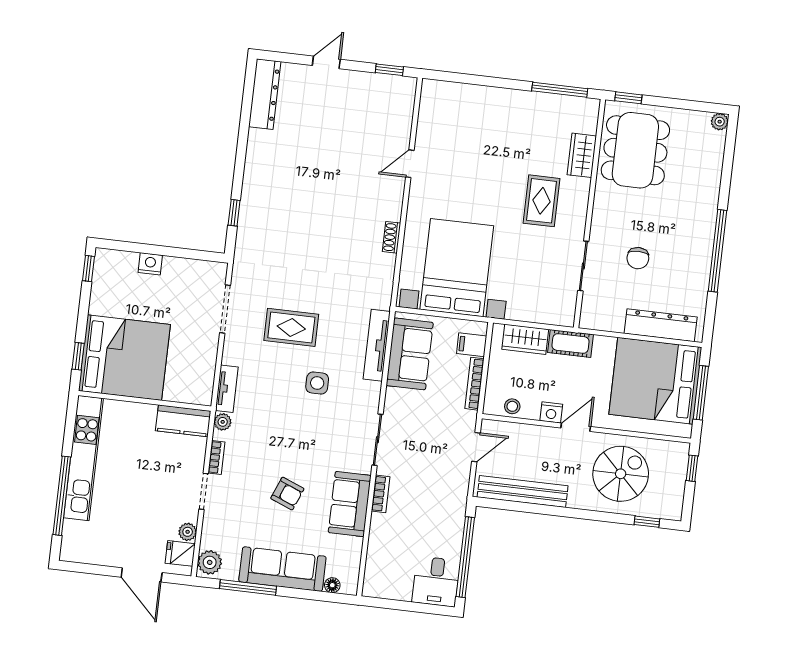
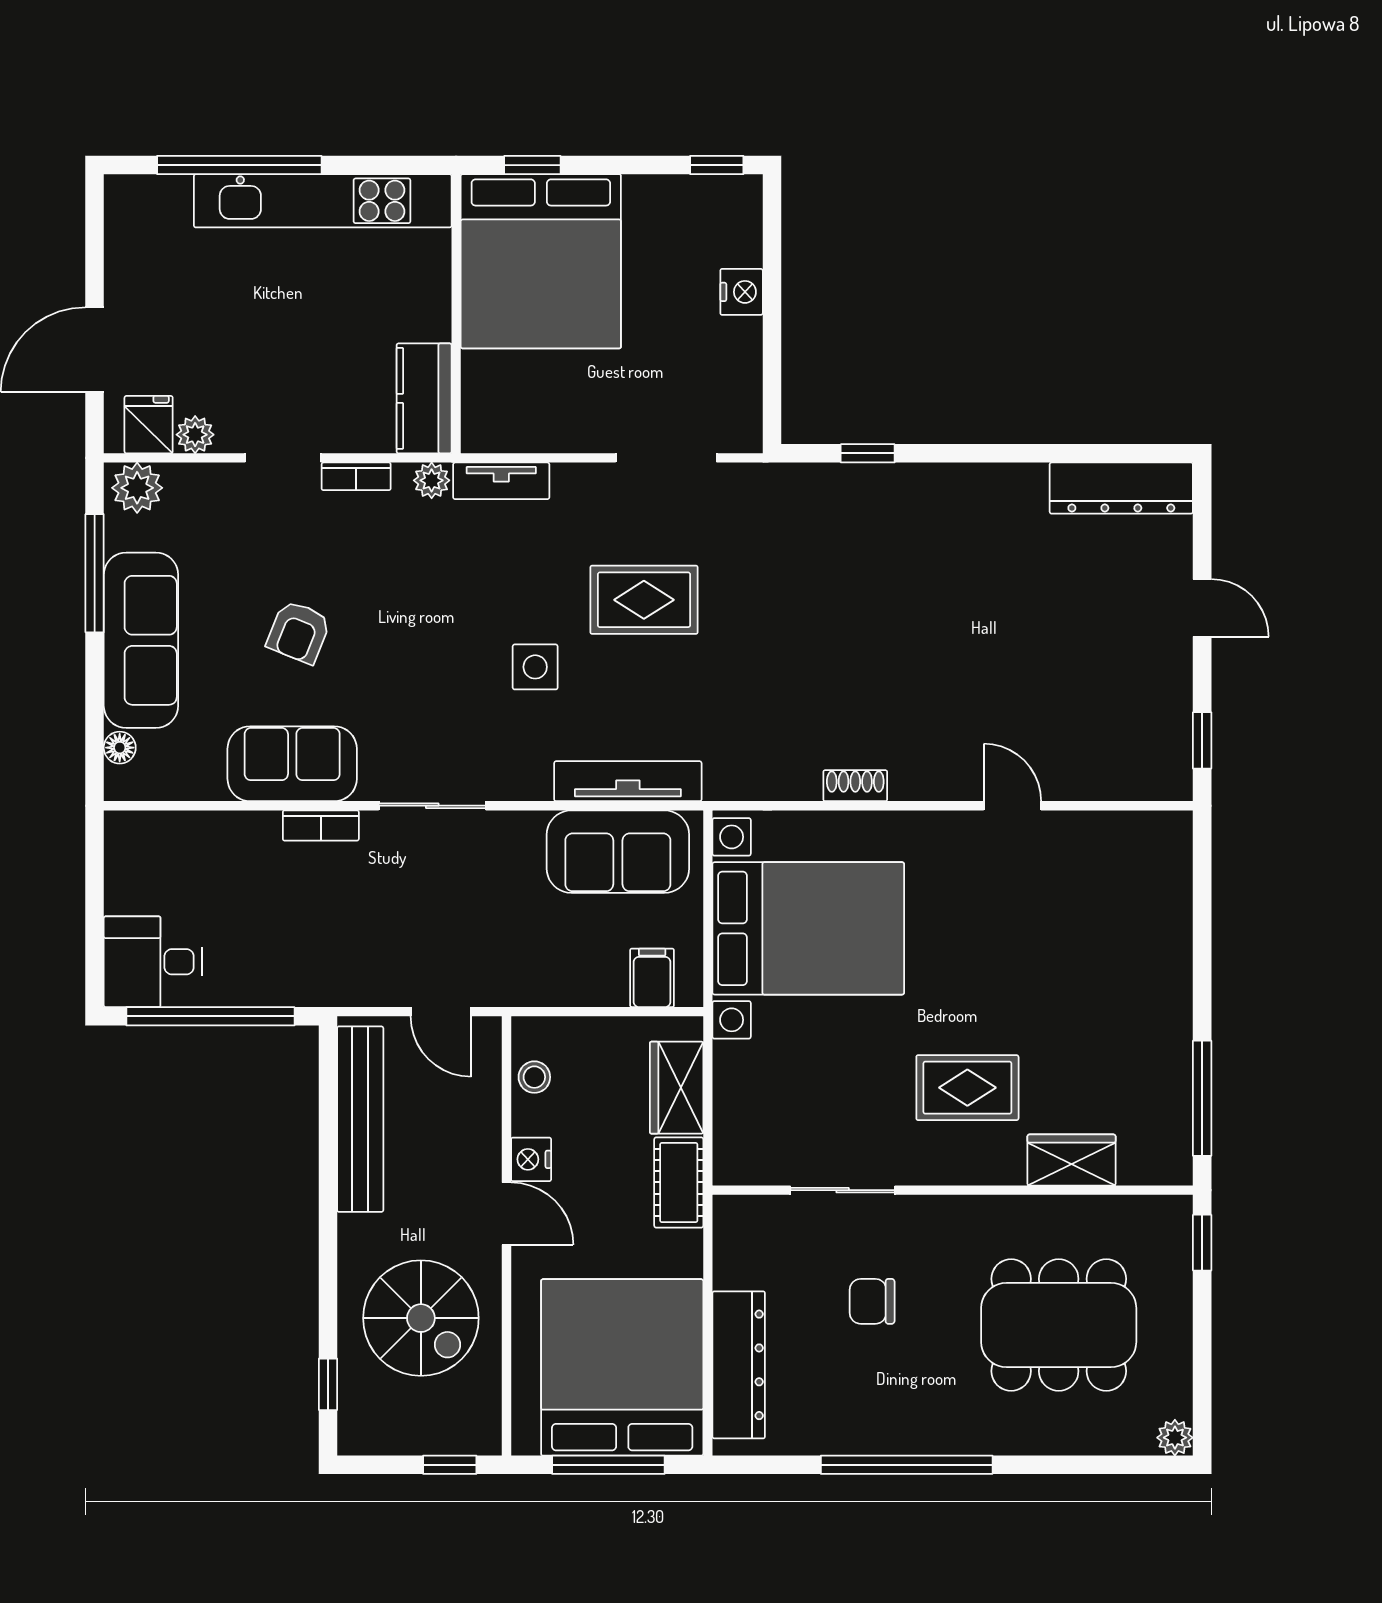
dining table: (635, 150) -> (1059, 1325), moved
rug: (291, 327) -> (644, 600), turned 90
bookcase: (474, 384) -> (572, 993), removed

